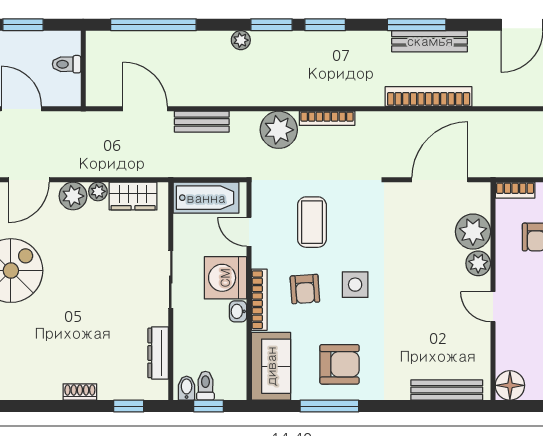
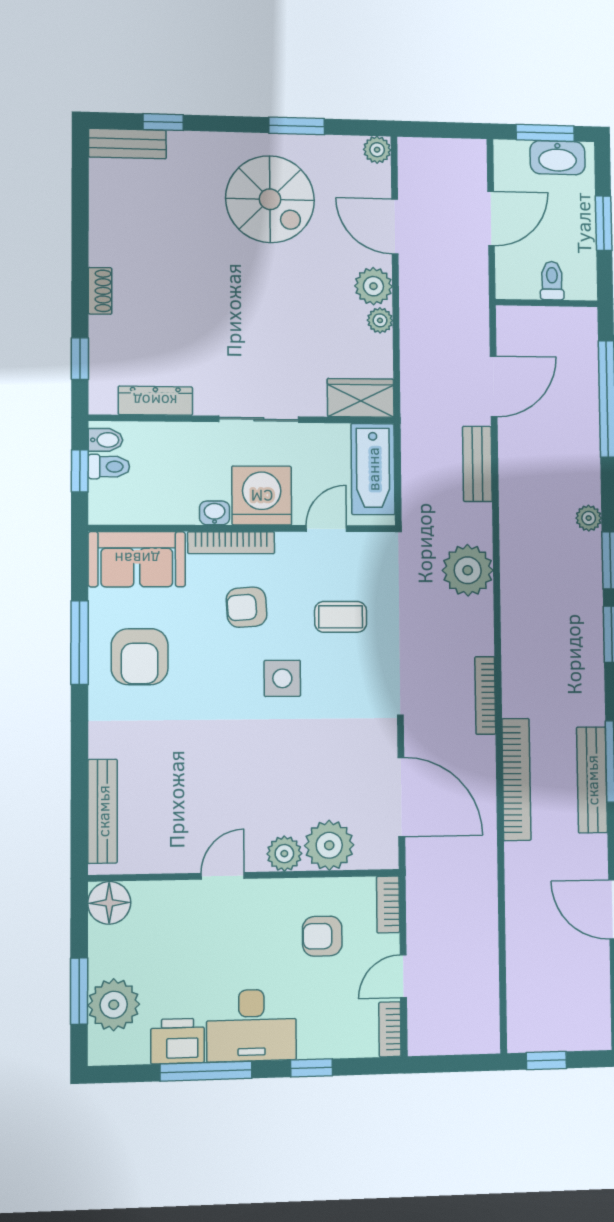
bookcase: (327, 118) -> (485, 695), moved
wardrobe: (133, 196) -> (361, 398), moved, turned 90
coffee table: (312, 222) -> (341, 617), width x0.73, depth x0.77
side table: (355, 285) -> (282, 678), moved

